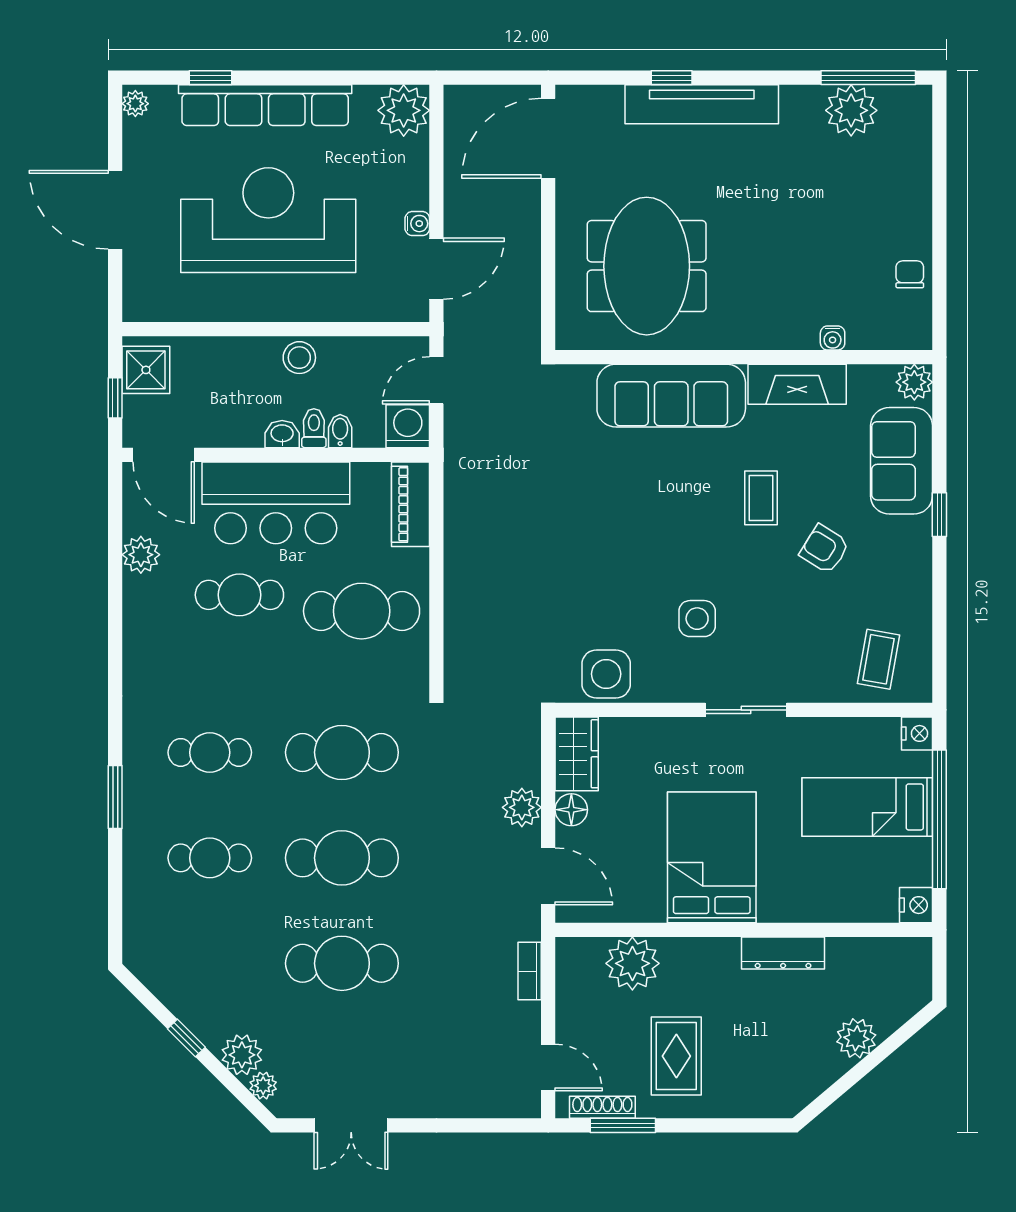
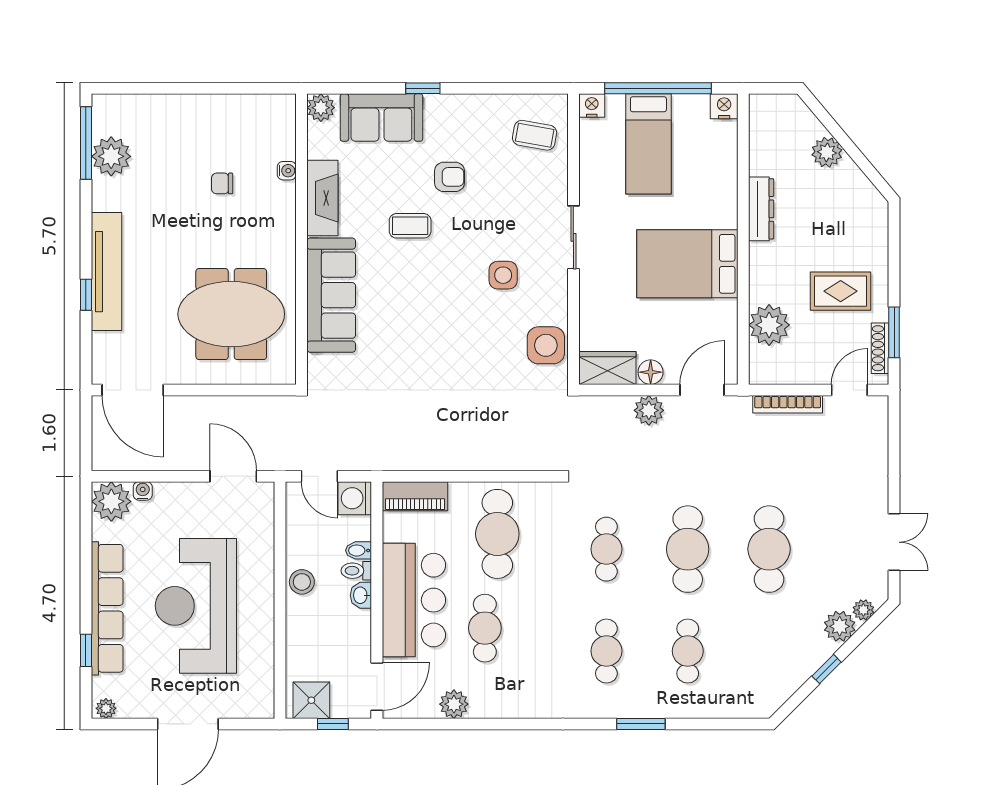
water cooler: (417, 224) -> (143, 491), moved
chair: (910, 274) -> (222, 183), moved
armchair: (824, 549) -> (449, 177), turned -122
cafe table: (342, 752) -> (606, 549), width x0.73, depth x0.74
bookcase: (530, 971) -> (788, 404), width x1.56

